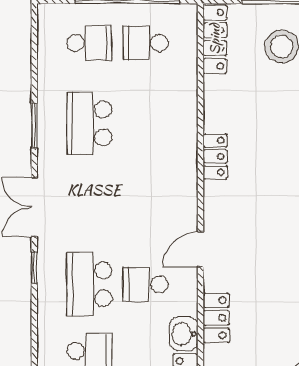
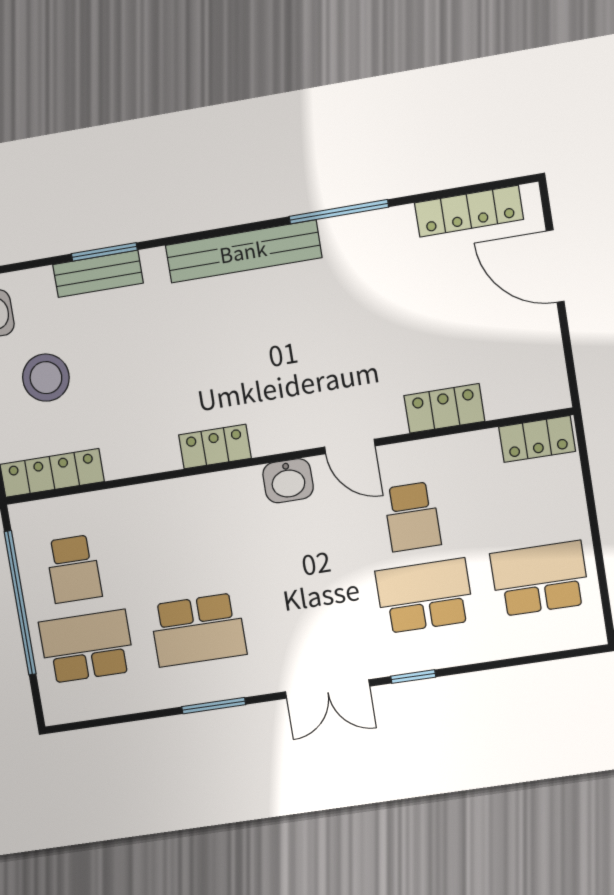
school desk: (89, 43) -> (87, 647), width x1.85
school desk: (89, 284) -> (425, 596), turned 180
washbasin: (184, 334) -> (288, 481), moved

